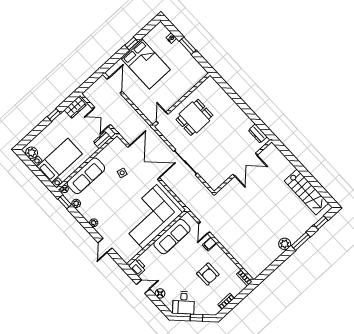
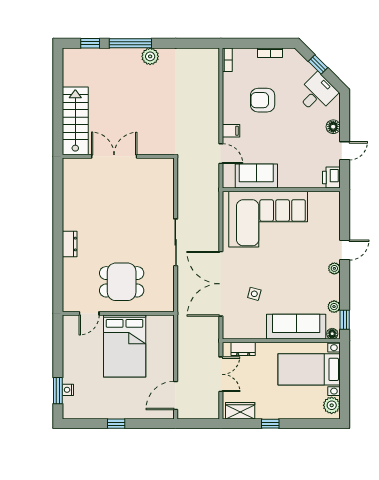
window: (188, 46) -> (58, 391), moved
bed: (145, 64) -> (125, 346), moved, turned 180
door: (162, 118) -> (89, 313), moved
dresser: (258, 134) -> (70, 244), moved
double door: (245, 165) -> (114, 156), moved
wall: (243, 167) -> (118, 156), moved
stairs: (306, 192) -> (75, 121), moved
door: (204, 228) -> (221, 154), hinge flipped
sofa: (172, 237) -> (256, 176), width x0.73
window: (301, 241) -> (130, 43), width x1.44
door: (105, 245) -> (345, 250), moved
armchair: (208, 274) -> (263, 100), turned -90
door: (143, 287) -> (345, 151), swing flipped

